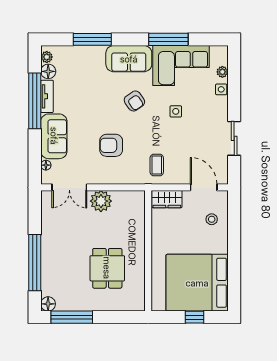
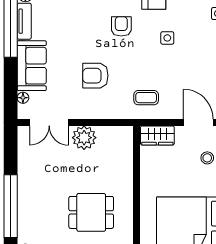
armchair: (134, 101) -> (121, 26), turned -145
coffee table: (157, 165) -> (146, 98), turned 90
dining table: (107, 268) -> (91, 212), turned 90

